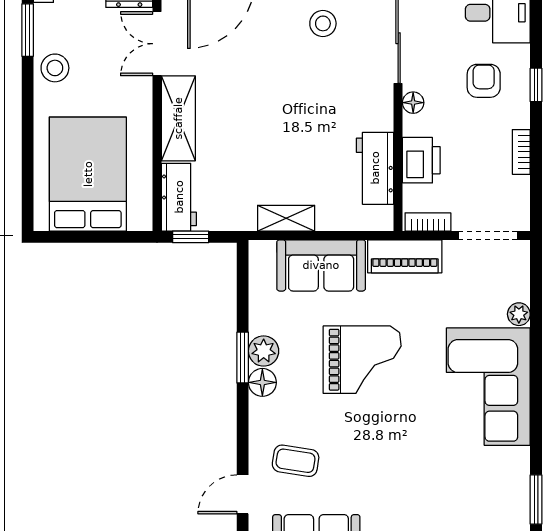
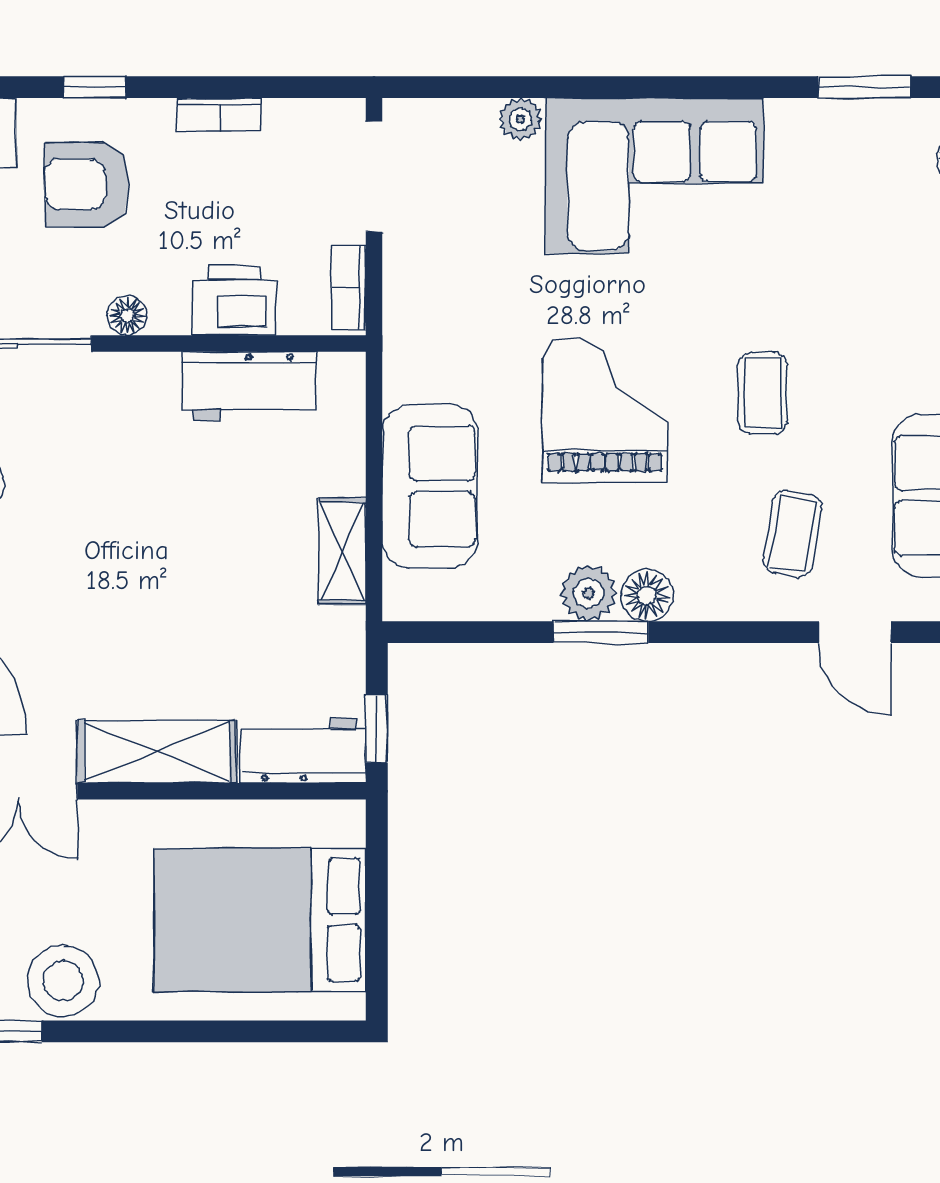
stool: (55, 68) -> (63, 981), width x1.38, depth x1.38
armchair: (484, 81) -> (87, 184), width x1.38, depth x1.38
piano: (405, 256) -> (413, 331), removed
coffee table: (371, 445) -> (763, 393), added

